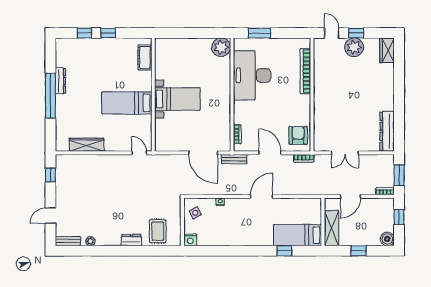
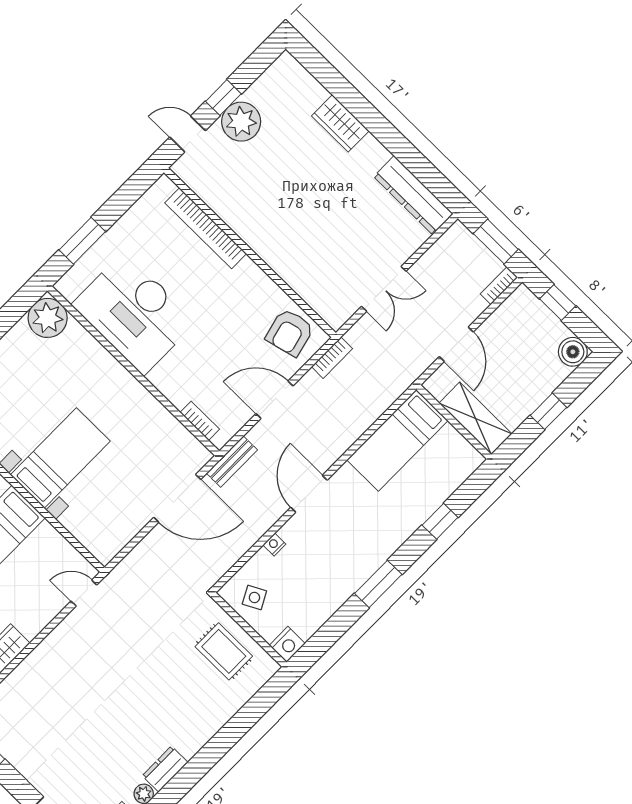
wardrobe: (387, 50) -> (340, 123), moved
armchair: (298, 135) -> (290, 333), turned -104
door: (262, 196) -> (309, 494), moved
rug: (158, 231) -> (224, 651), moved
bed: (298, 235) -> (397, 440), moved
dresser: (131, 240) -> (165, 769), moved
window: (242, 251) -> (378, 584), added

